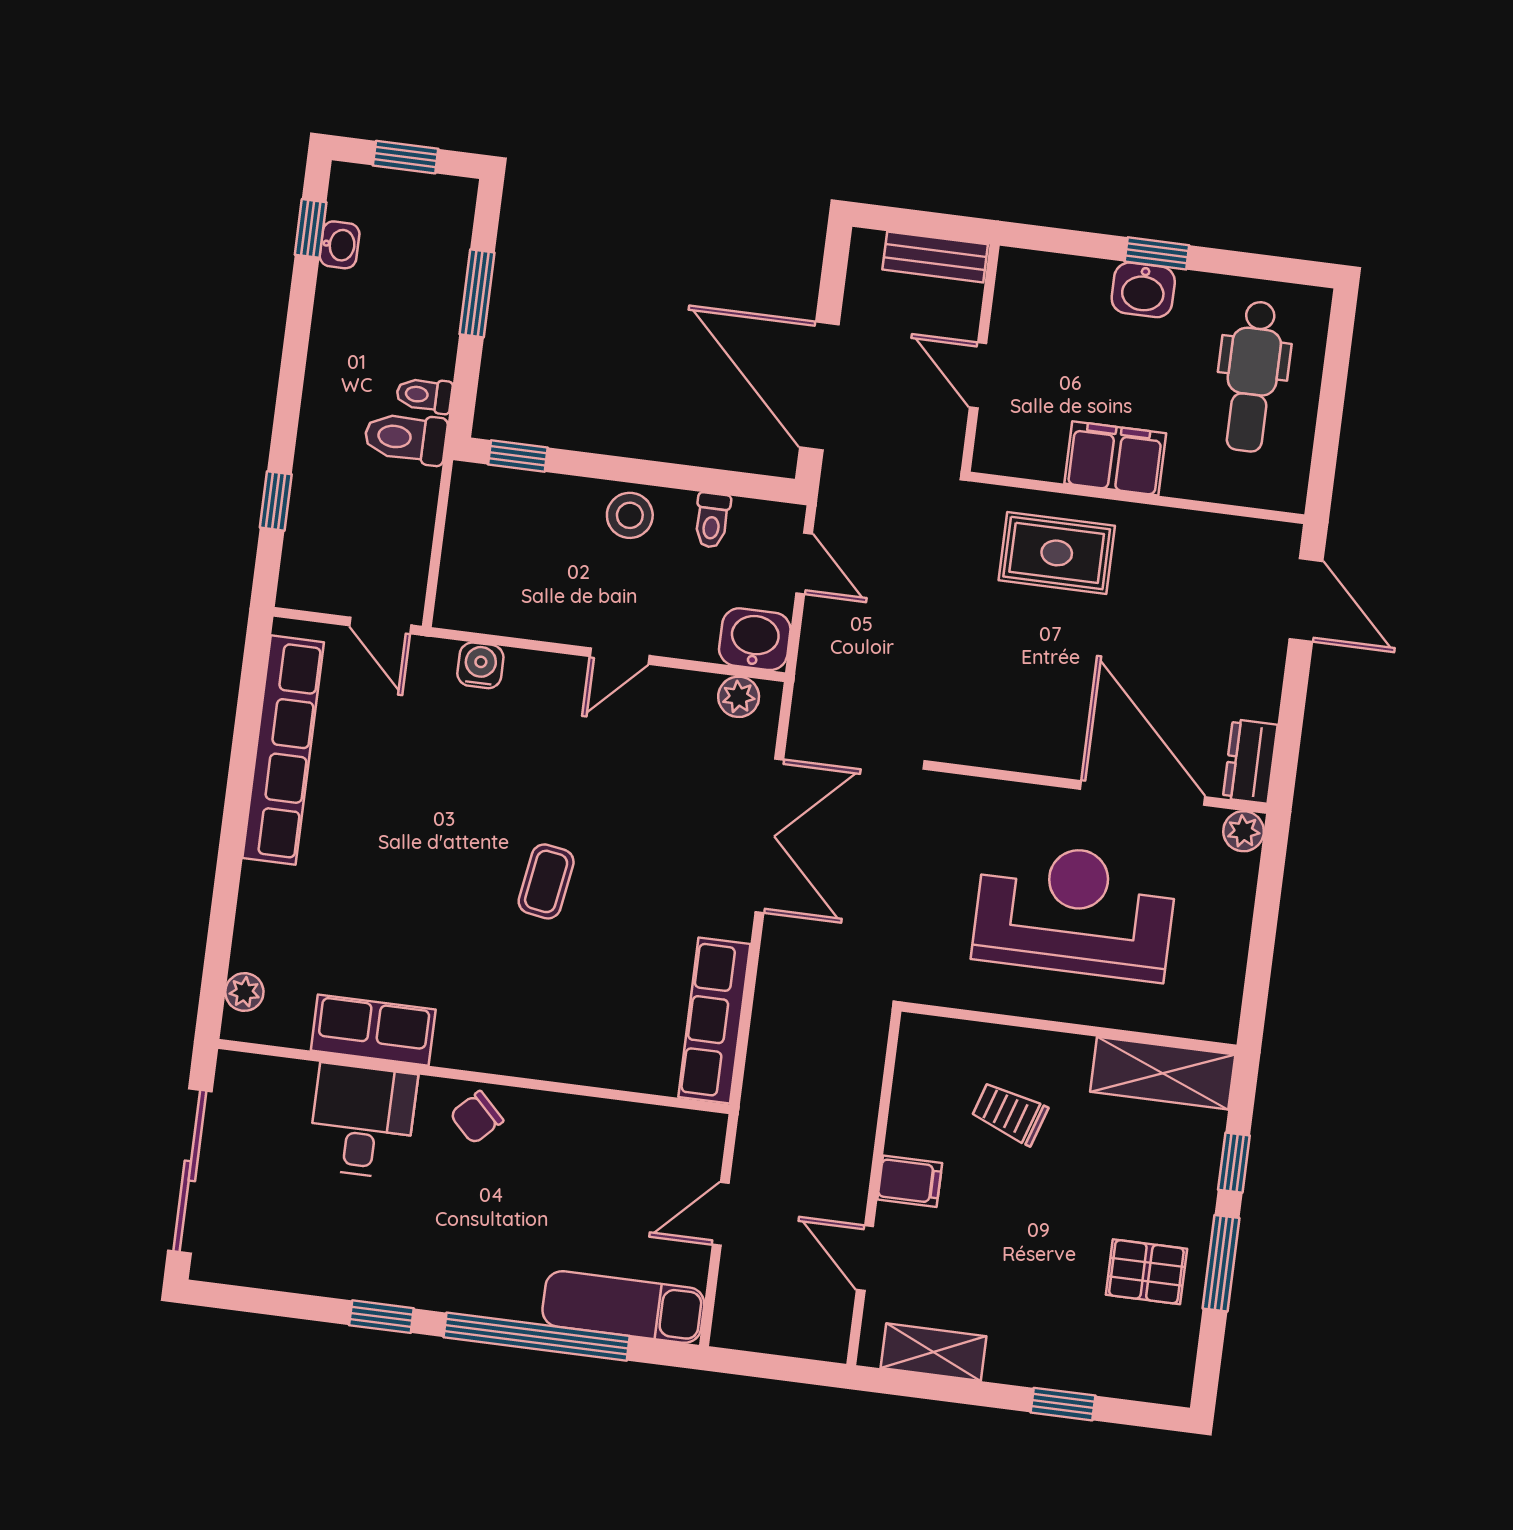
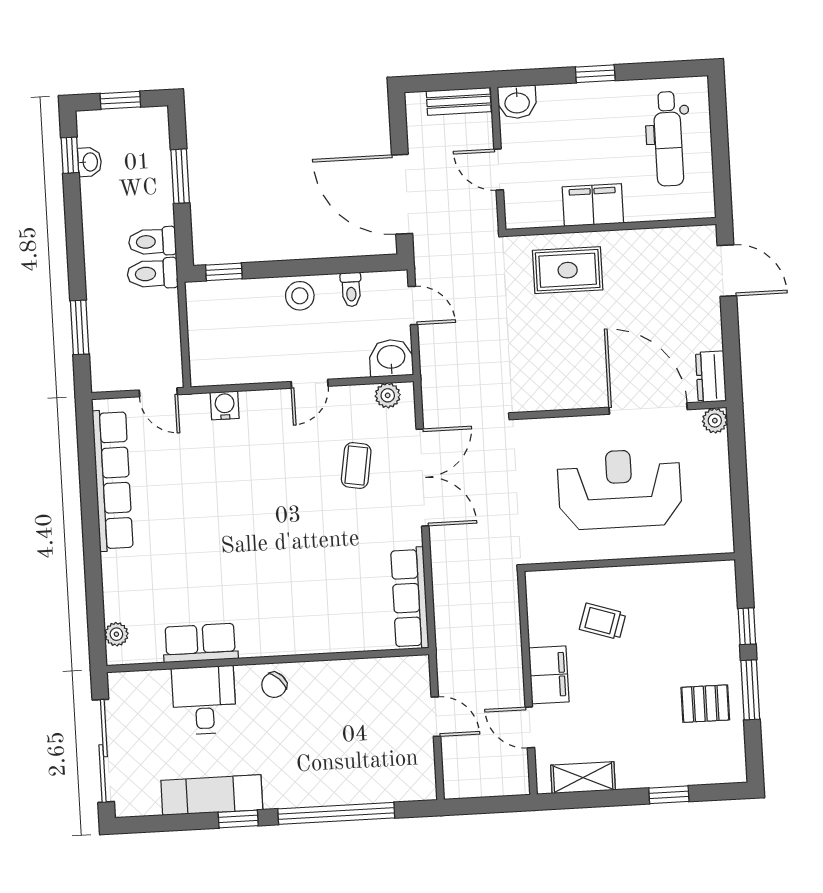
washbasin: (1143, 290) -> (517, 102), moved
toilet: (424, 395) -> (152, 242), width x1.37, depth x1.39
window: (276, 501) -> (80, 327), width x1.50
coffee table: (546, 881) -> (356, 466), moved
shelving: (1163, 1073) -> (693, 579), removed
filing cabinet: (910, 1181) -> (549, 675), width x2.00
door: (721, 1214) -> (436, 717), swing flipped
exam couch: (623, 1307) -> (212, 795), moved

